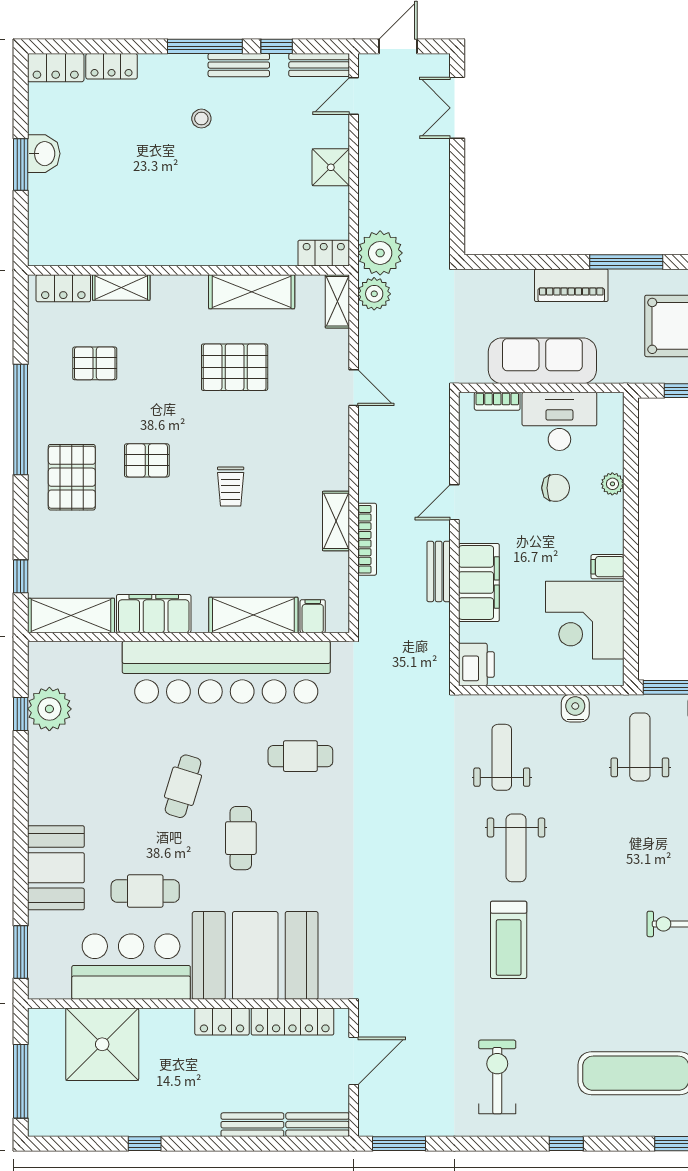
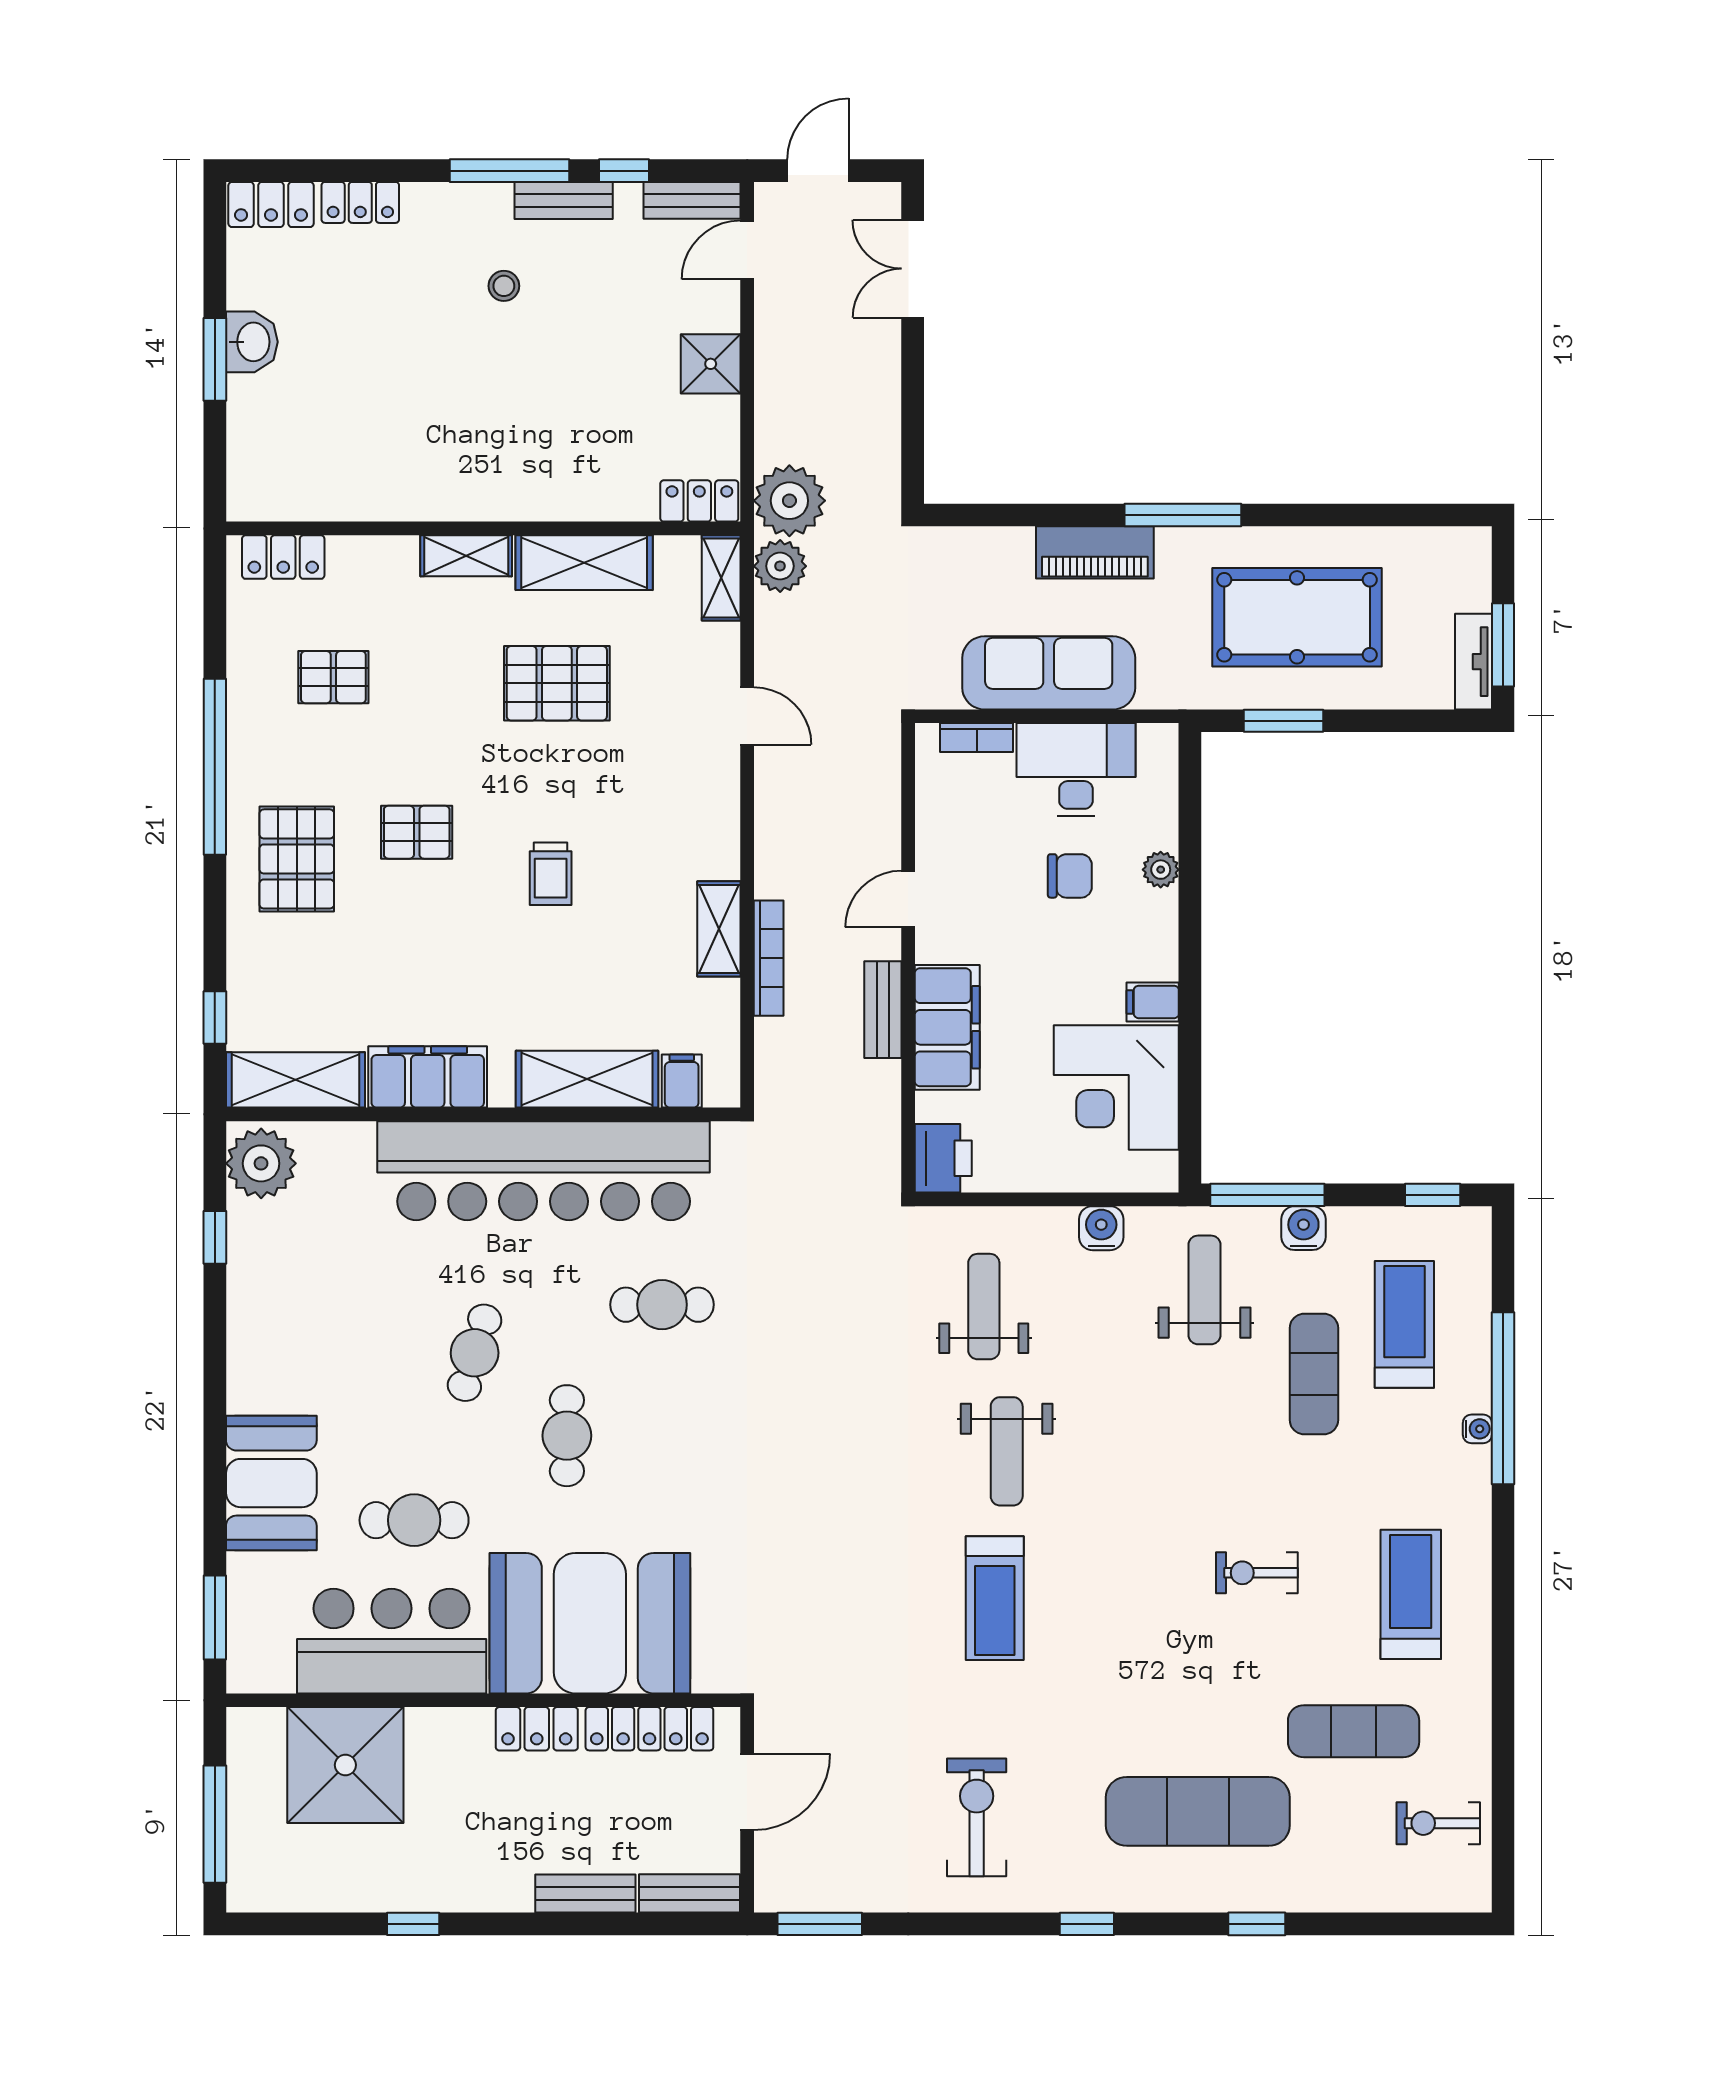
shelving: (121, 287) -> (466, 556), moved
plant: (49, 709) -> (261, 1163), moved

